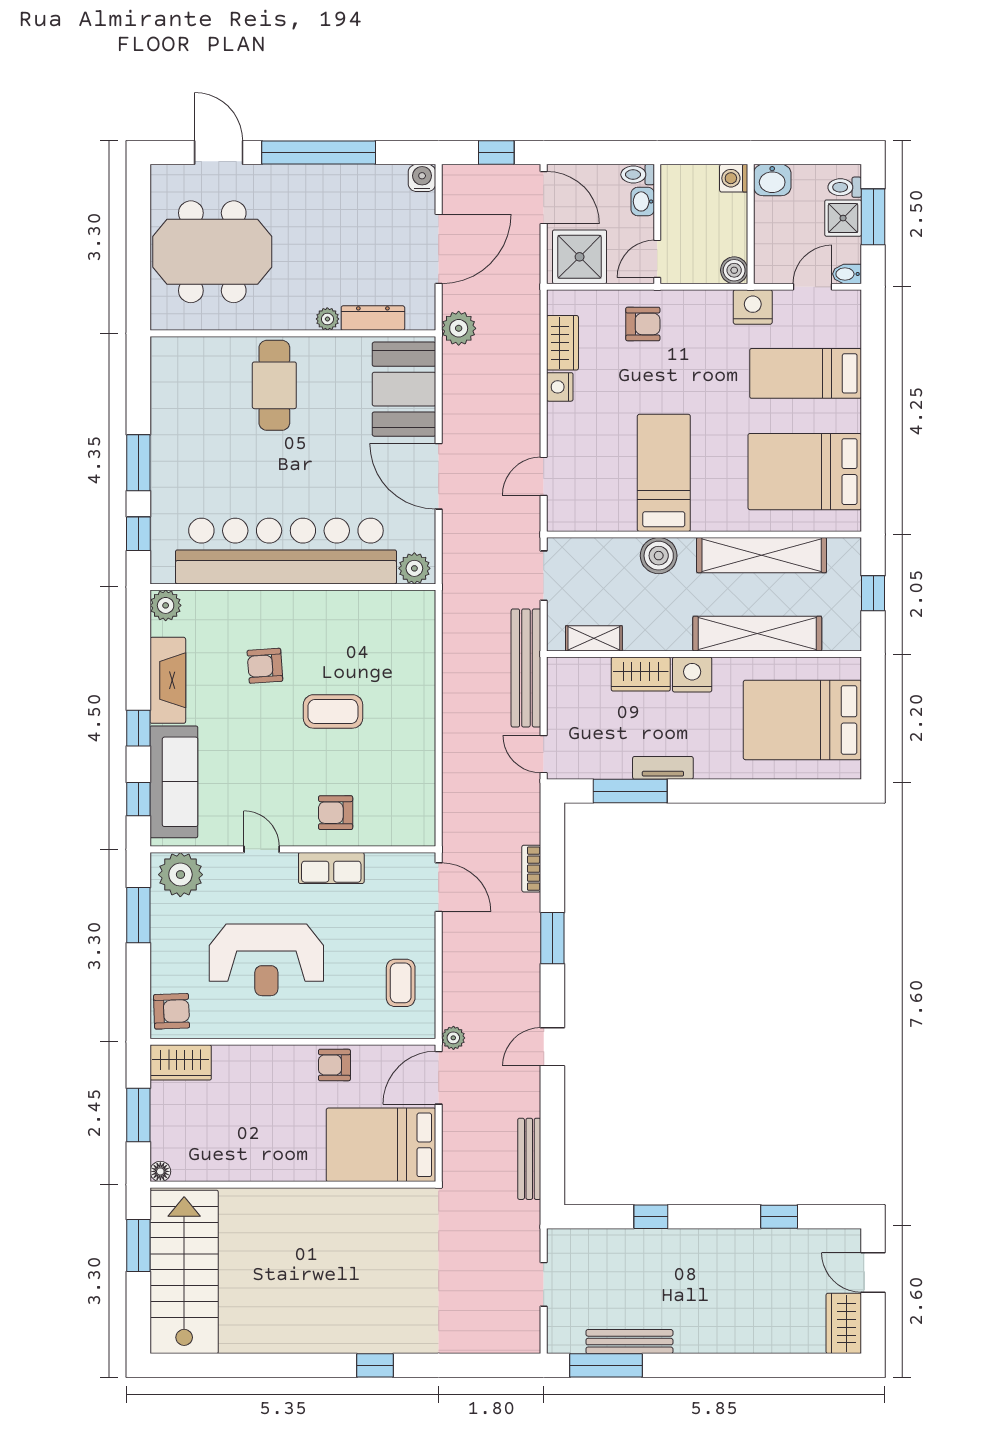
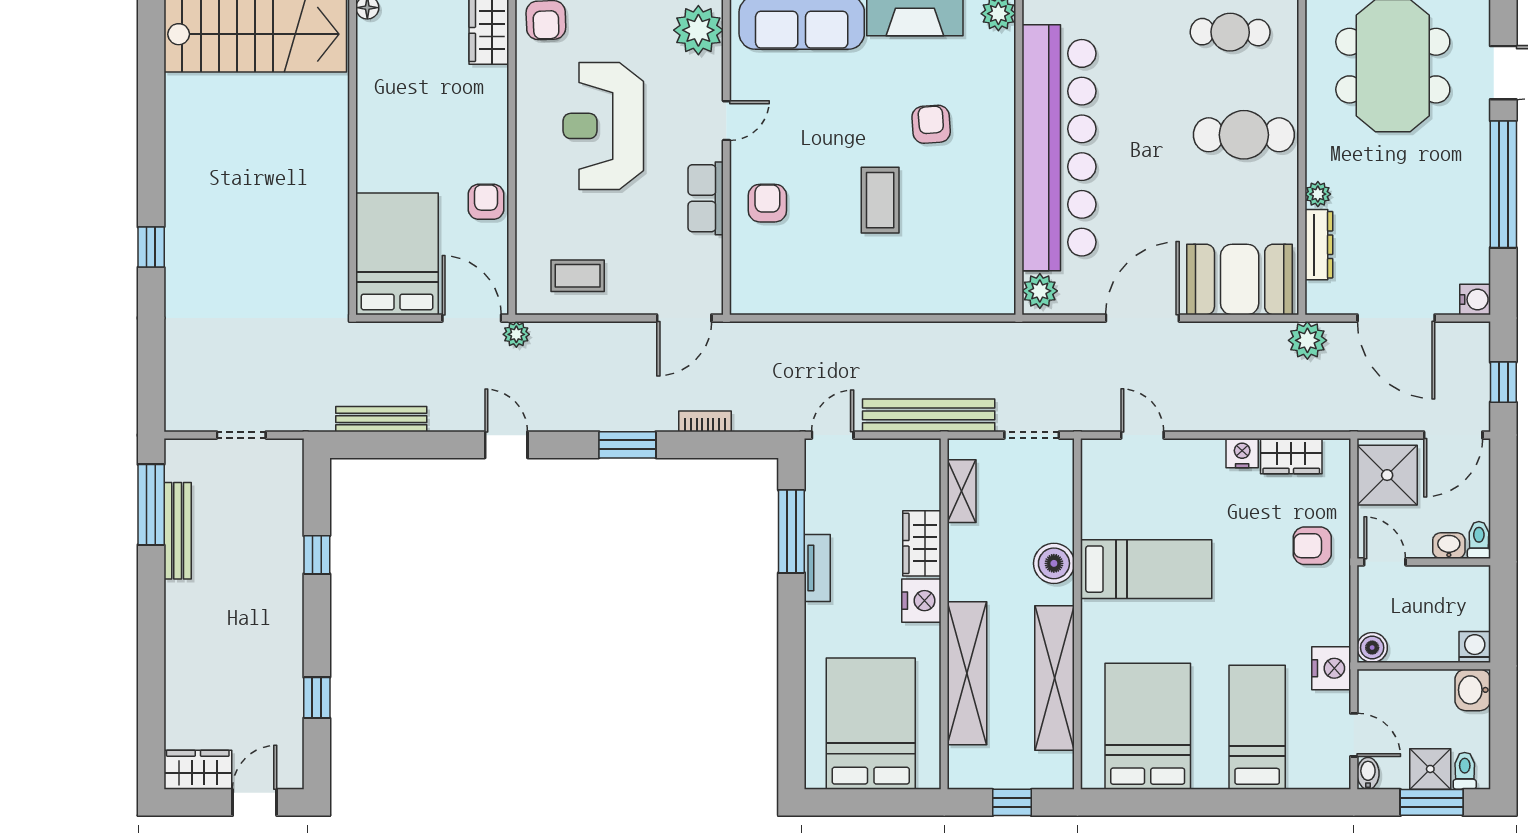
armchair: (643, 324) -> (1312, 546), turned 90
cafe table: (182, 398) -> (1230, 32), added

